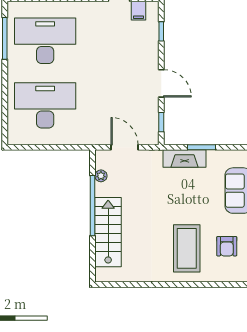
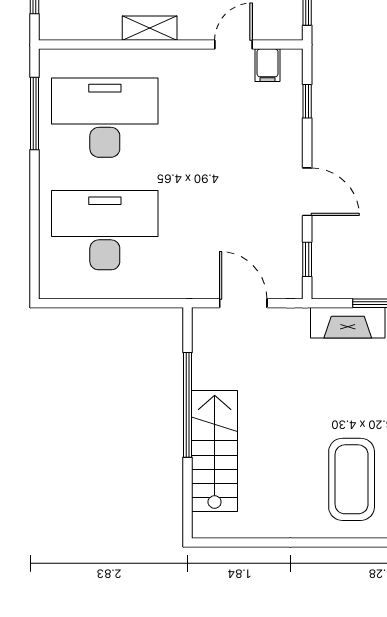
plant: (101, 176) -> (202, 353), removed

